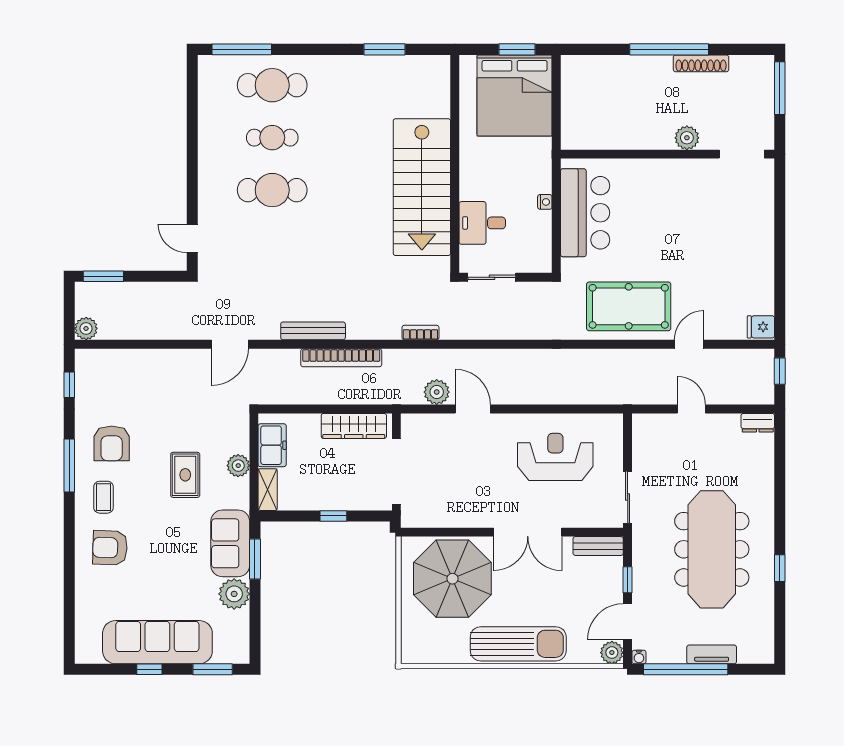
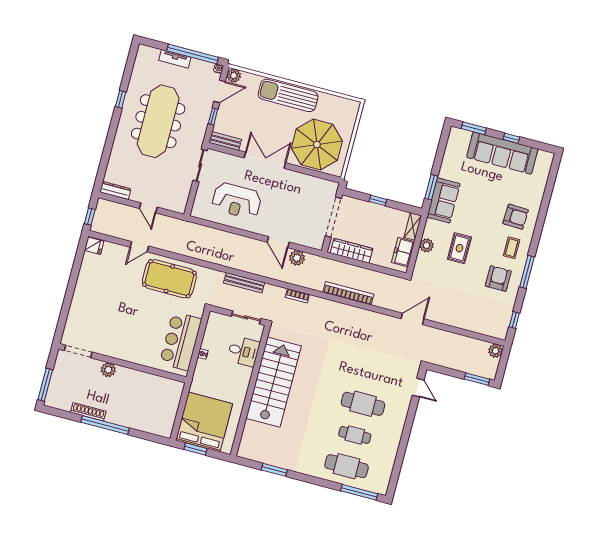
bench: (313, 331) -> (244, 283), moved
dresser: (758, 423) -> (115, 190), width x1.44
plant: (234, 594) -> (449, 170), removed

